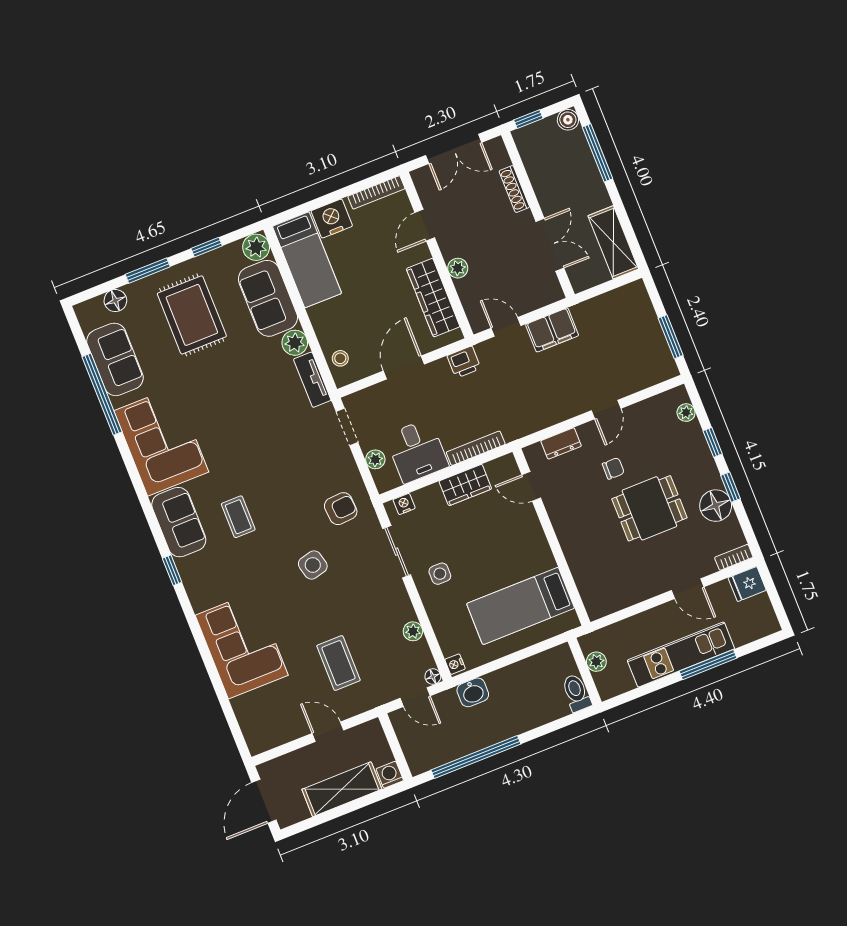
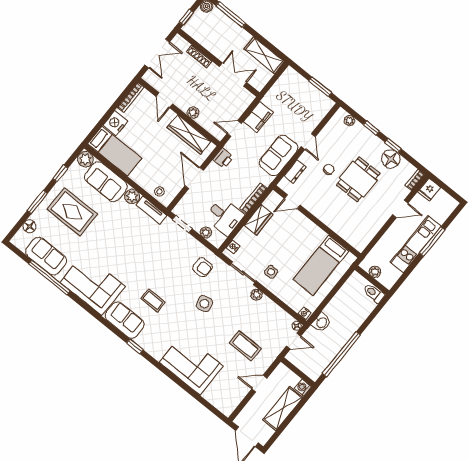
sofa: (550, 405) -> (278, 155), added
armchair: (341, 509) -> (202, 267), turned 94
plant: (413, 631) -> (257, 295), moved

